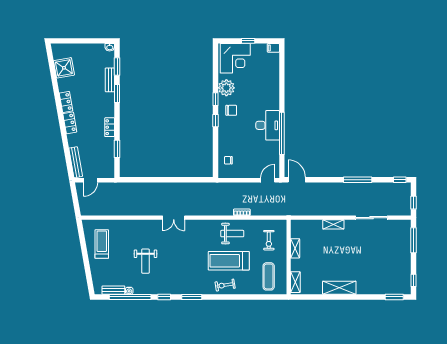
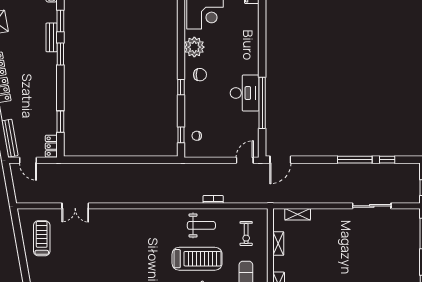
window: (216, 99) -> (181, 135), moved
locker: (110, 127) -> (51, 146), moved
door: (90, 180) -> (28, 160), hinge flipped
door: (297, 180) -> (280, 160), swing flipped
window: (400, 180) -> (387, 160), moved
double door: (174, 218) -> (75, 206), moved
shelving: (333, 224) -> (298, 214), moved
weight bench: (145, 261) -> (95, 259), removed
treadmill: (229, 261) -> (197, 259), turned 180

